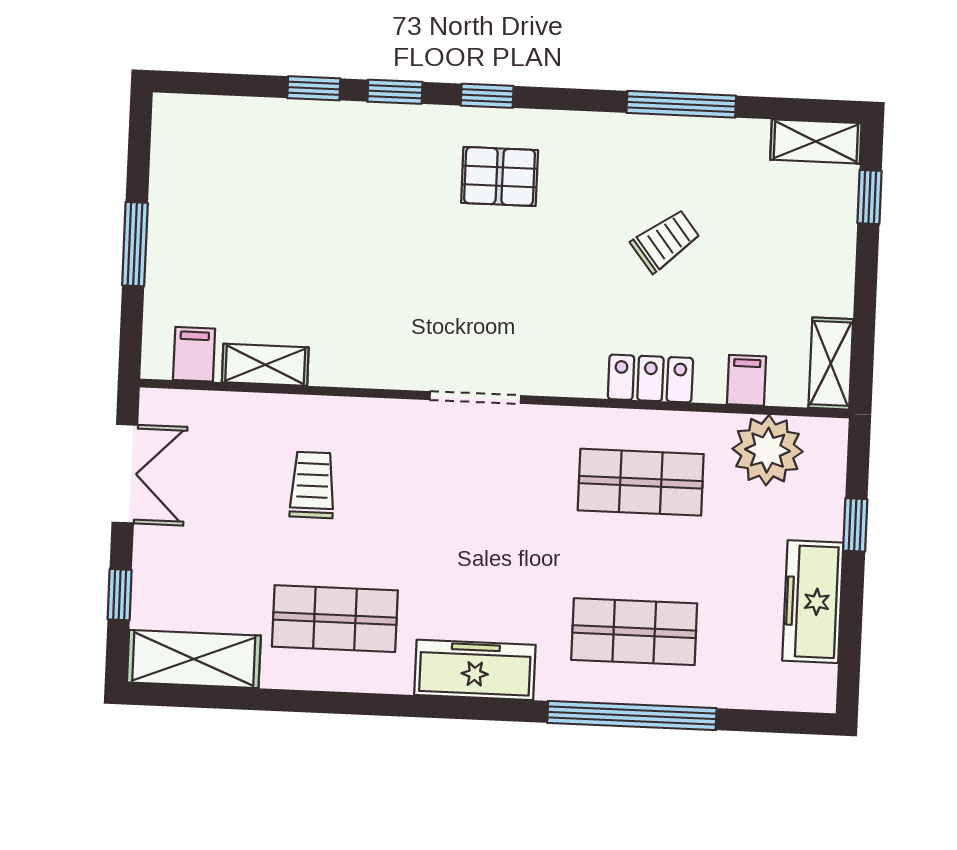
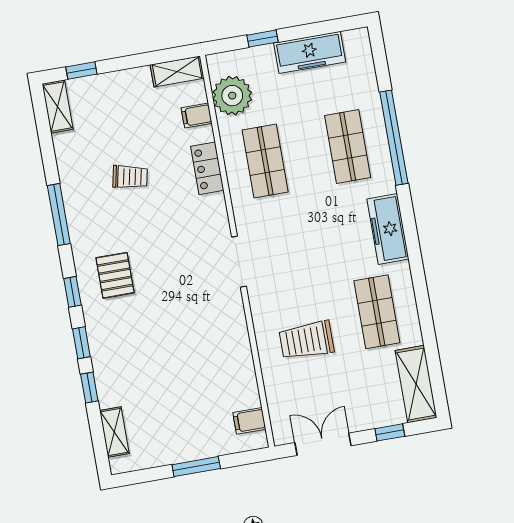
window: (681, 104) -> (59, 215), moved
trolley: (665, 241) -> (130, 177), turned 140
shelving: (265, 365) -> (114, 432), moved
trolley: (312, 485) -> (306, 340), width x1.36, depth x1.39

